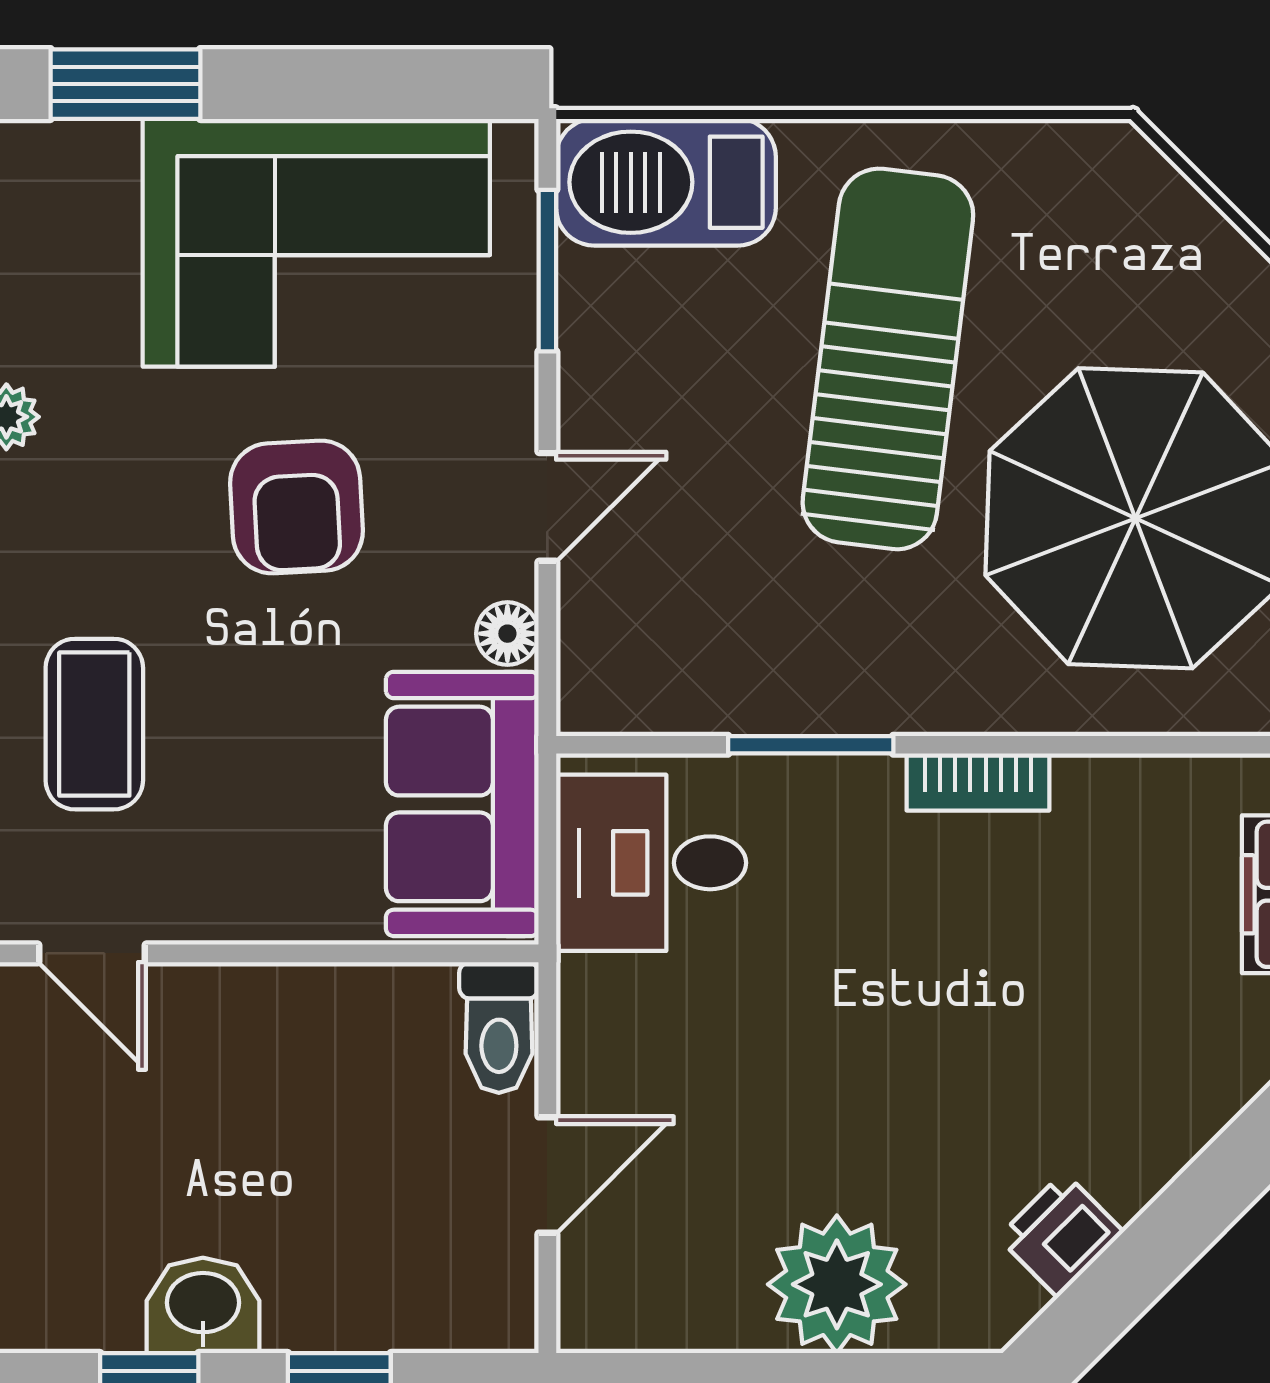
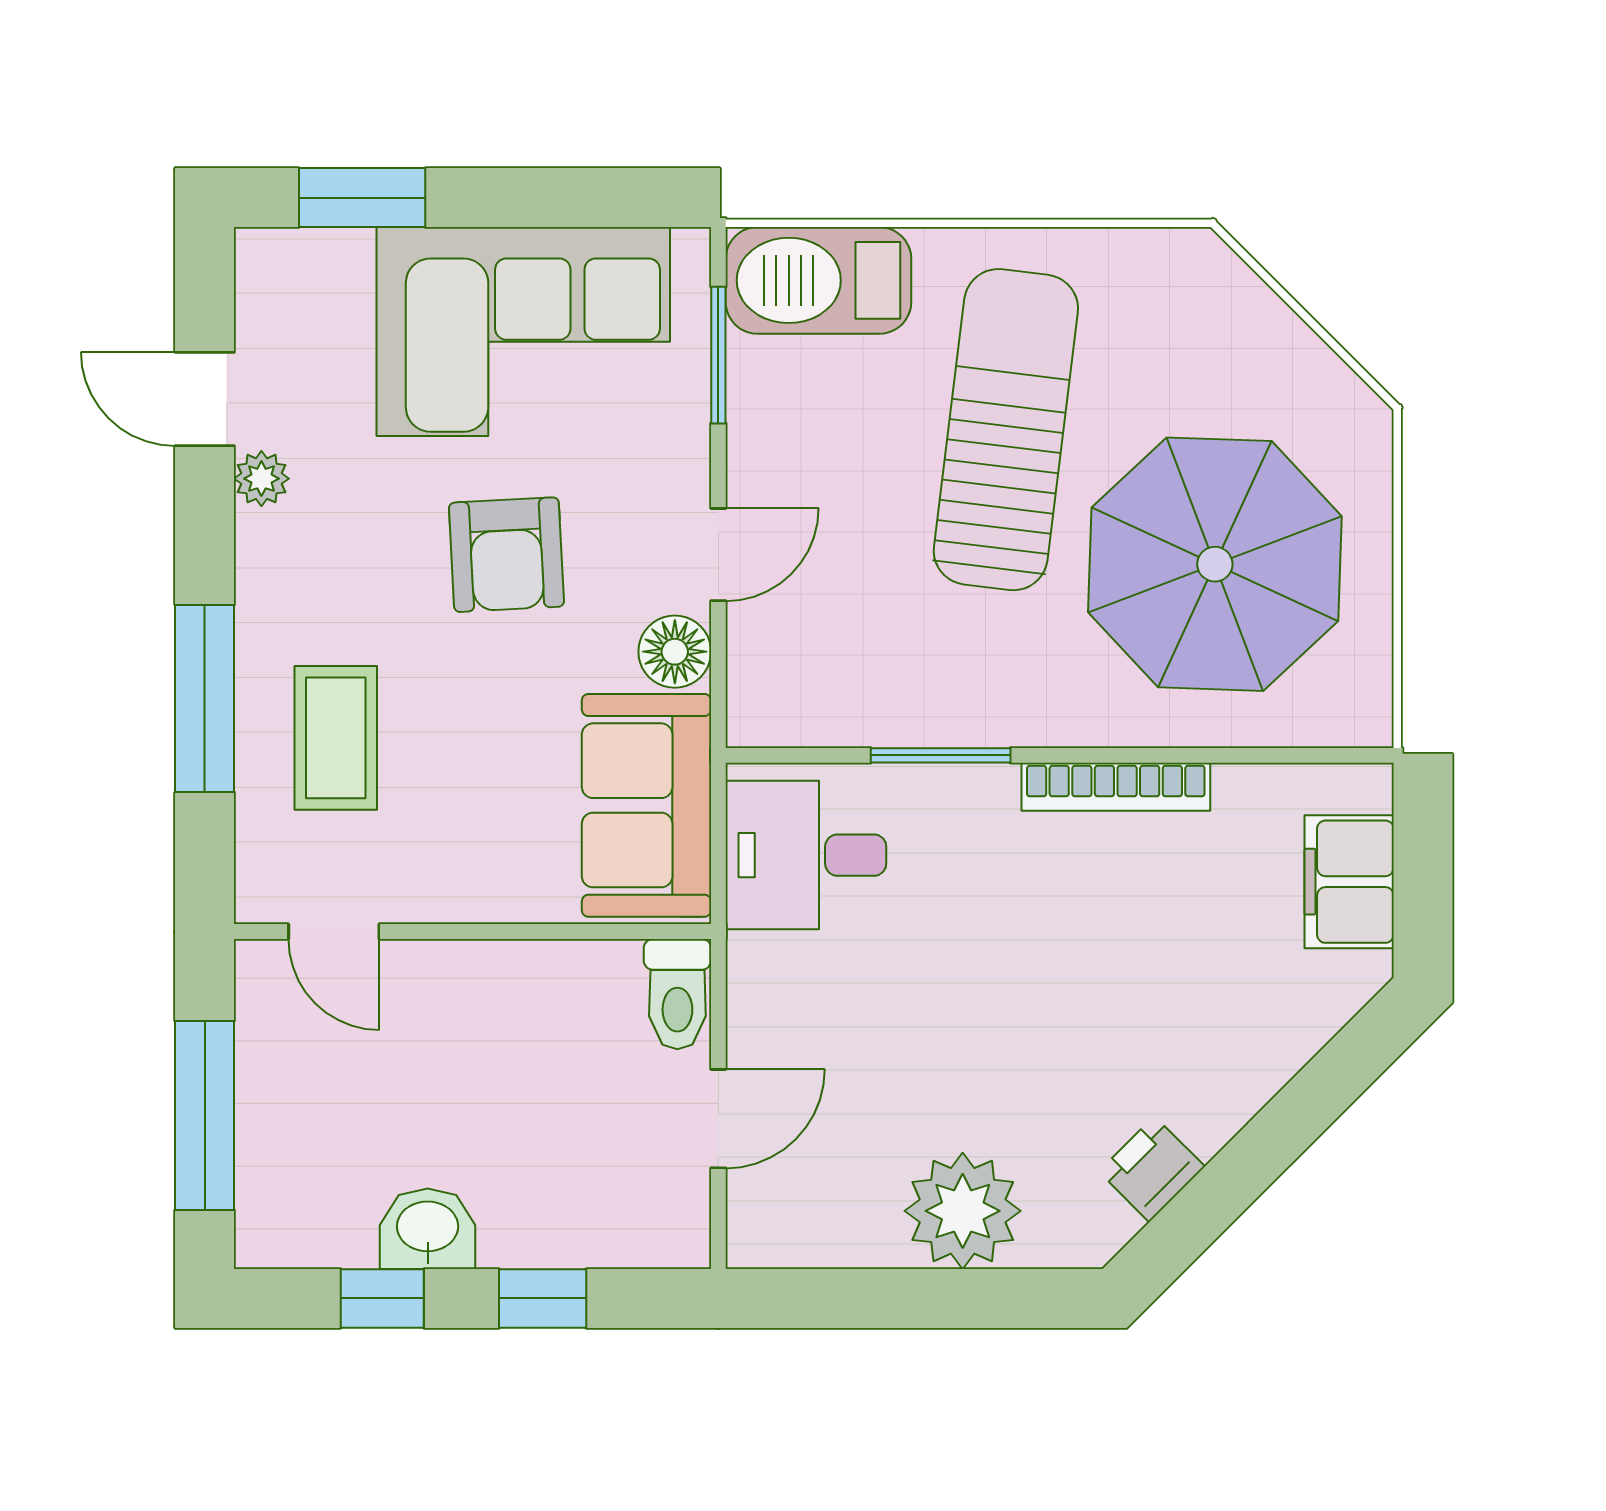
floor lamp: (507, 634) -> (675, 652), width x1.37, depth x1.37
bookcase: (978, 782) -> (1116, 787), width x1.56

